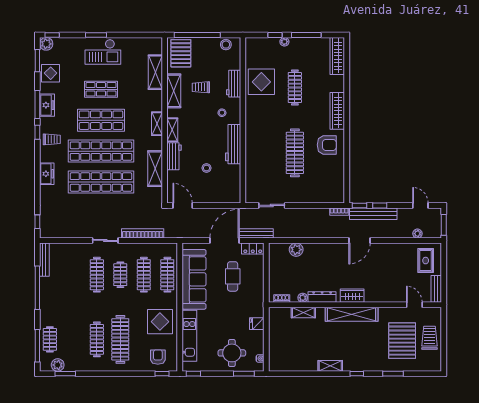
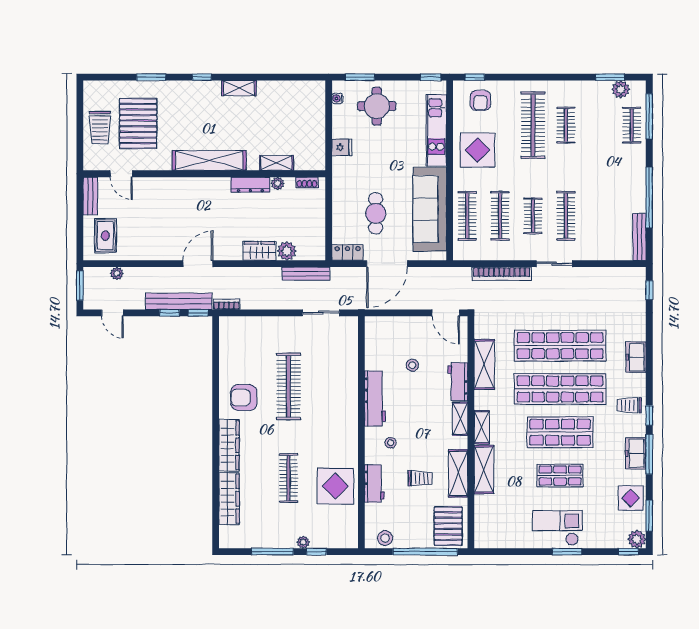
wardrobe: (337, 56) -> (229, 499), moved
shelving: (155, 72) -> (484, 469), moved
bench: (256, 233) -> (306, 274), moved
wardrobe: (352, 296) -> (260, 251), moved, turned 180
clothes rail: (97, 339) -> (566, 125), width x0.73

